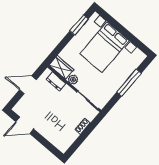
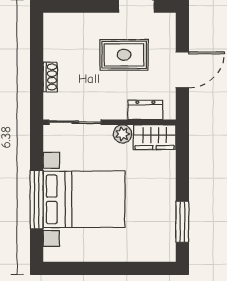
bed with nightstands: (105, 47) -> (84, 199), moved, turned 90
rug: (46, 110) -> (124, 55), added

